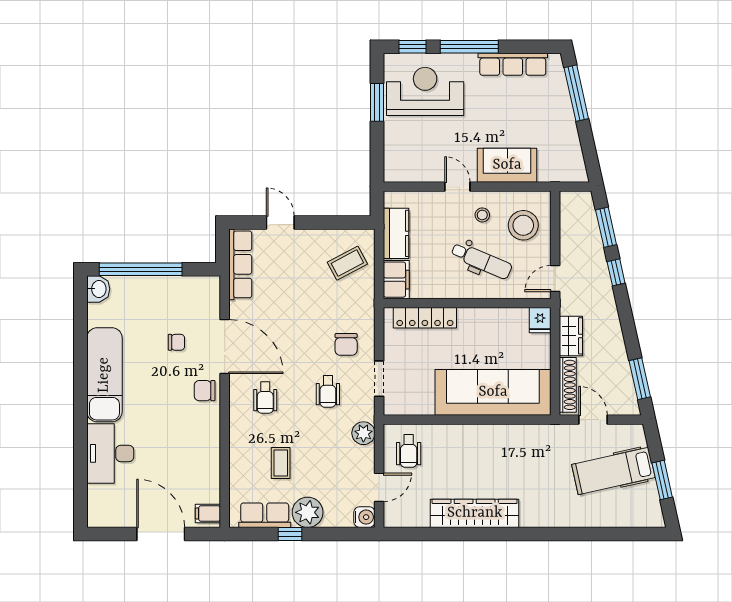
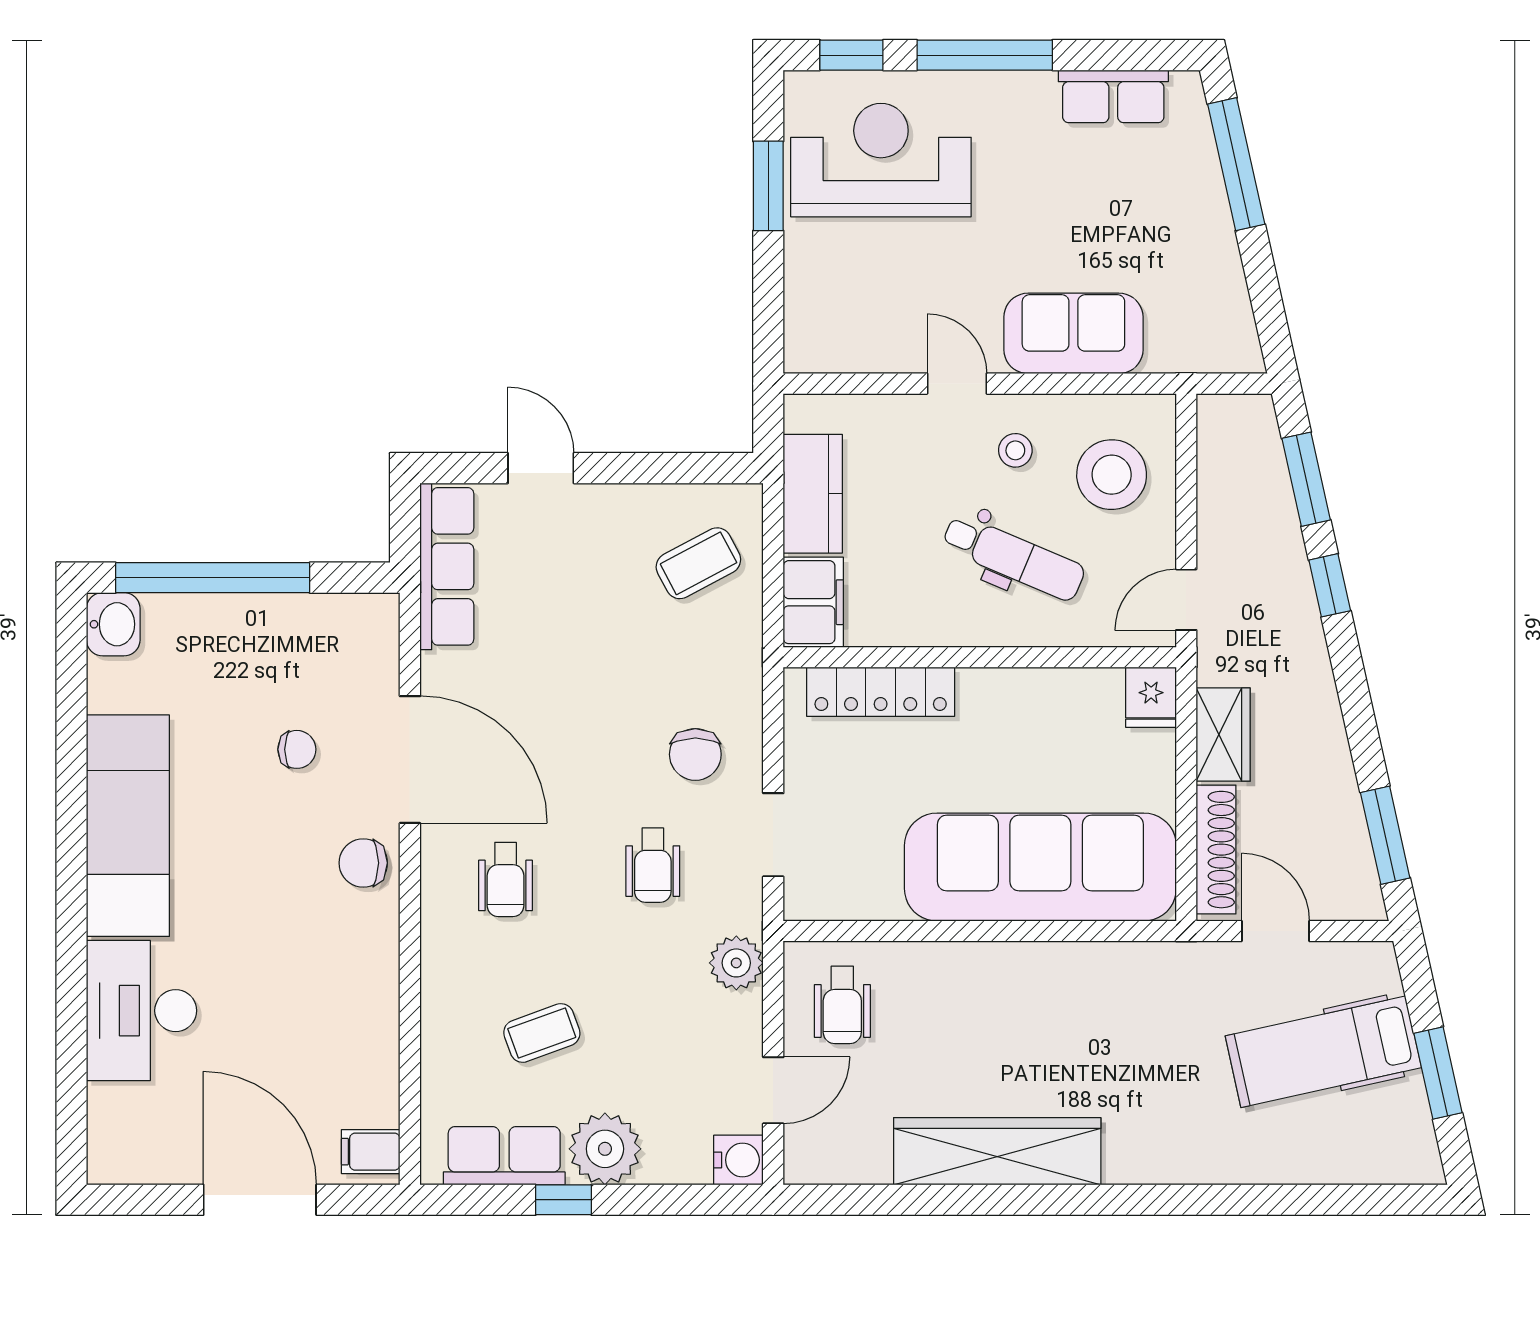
row of seats: (513, 64) -> (1113, 96), width x0.68
coffee table: (281, 463) -> (542, 1033), turned 70

